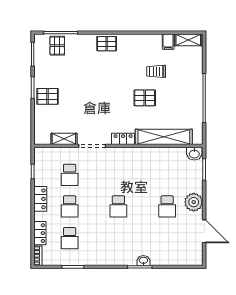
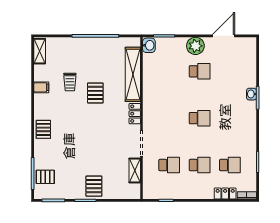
filing cabinet: (168, 42) -> (41, 87), moved
locker: (40, 199) -> (192, 193), removed

